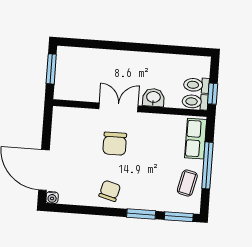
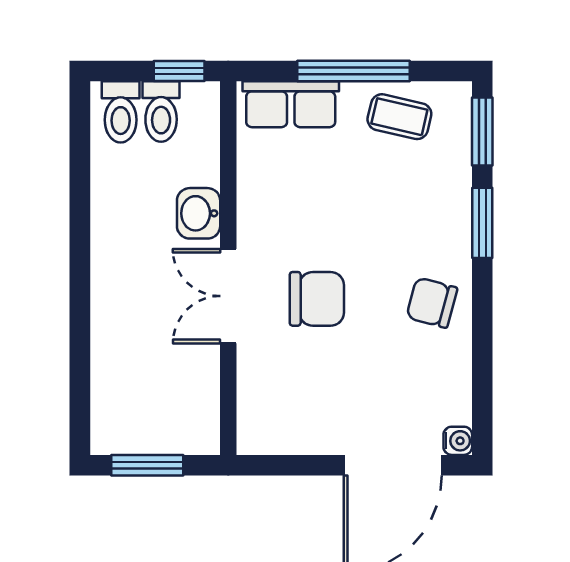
toilet: (195, 102) -> (121, 112), moved

